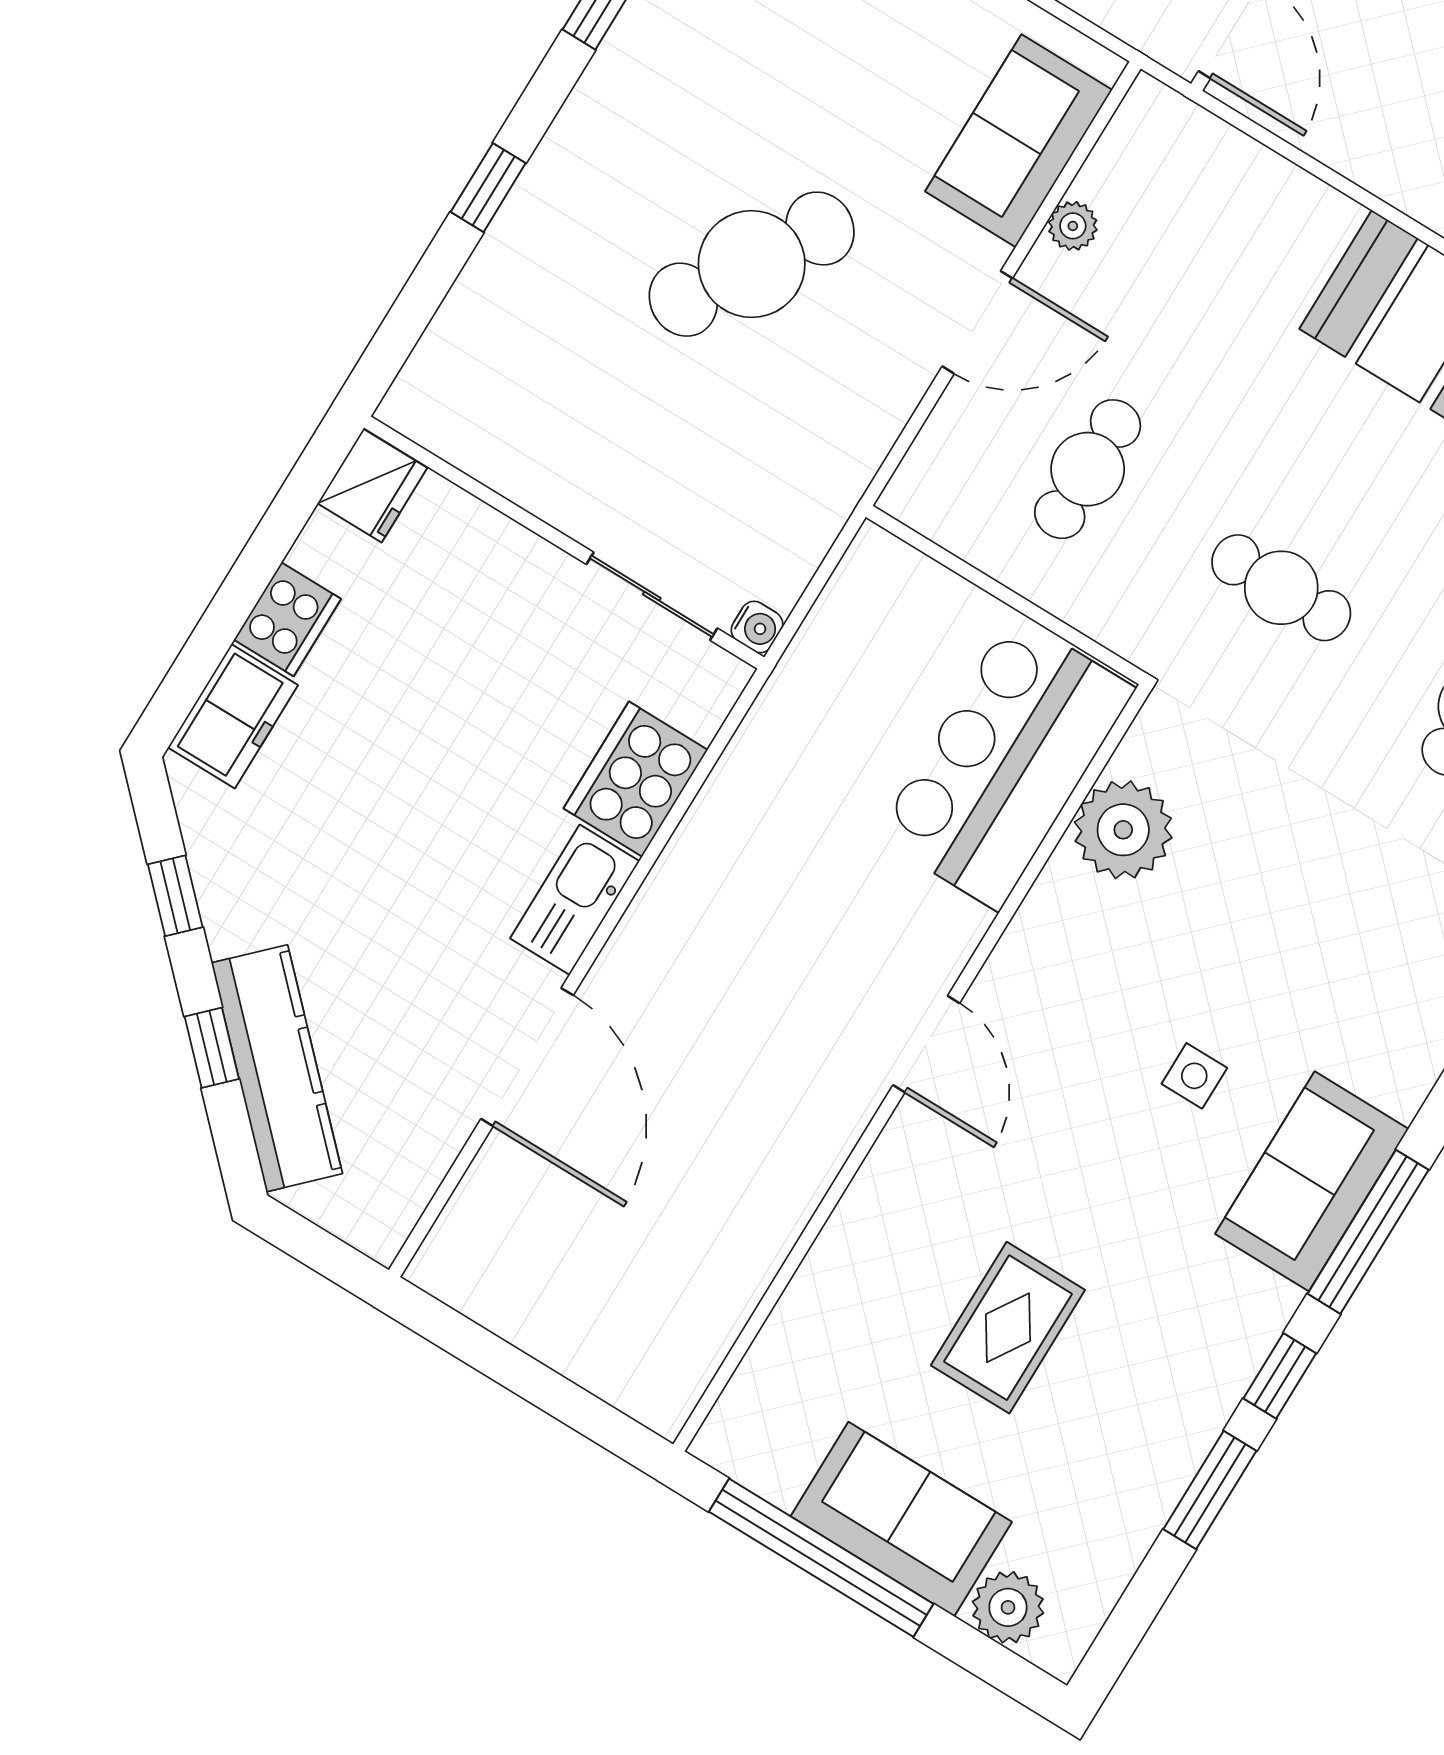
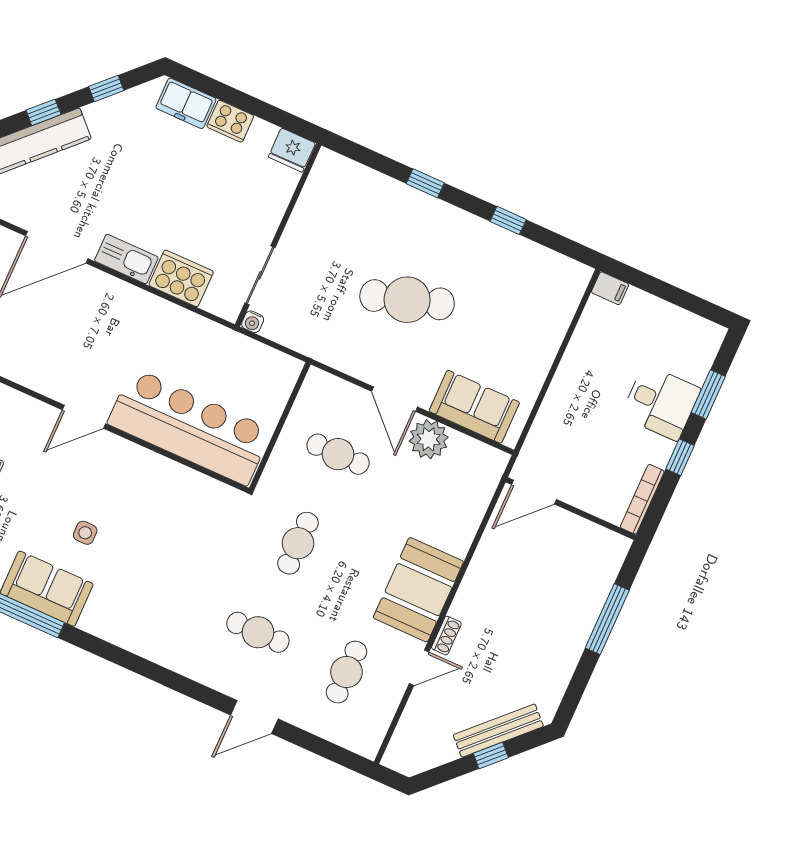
plant: (1073, 226) -> (429, 439), width x1.87, depth x1.87
cafe table: (752, 264) -> (407, 300), turned -48
bar counter: (1005, 762) -> (190, 427), width x1.36
plant: (1123, 830) -> (186, 489), removed

